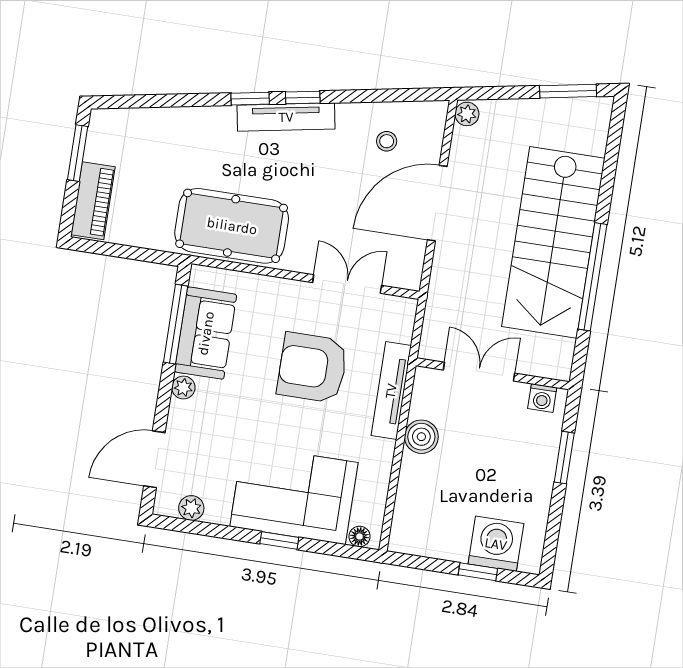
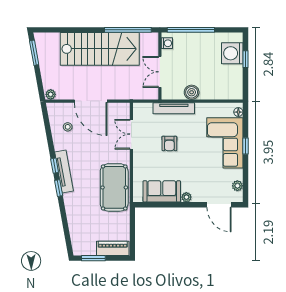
window: (592, 277) -> (128, 30), moved
window: (176, 324) -> (160, 205), removed
armchair: (312, 368) -> (169, 143), width x0.53, depth x0.53
window: (564, 458) -> (191, 30), width x2.11

